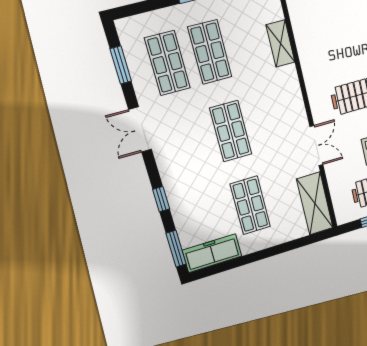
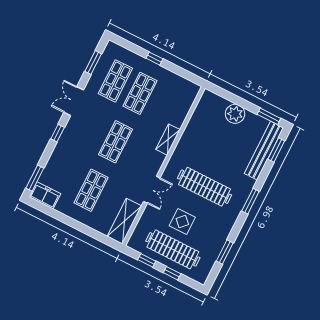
shelving: (280, 44) -> (168, 140), moved
window: (161, 199) -> (58, 133), moved
freezer: (212, 253) -> (45, 195), width x0.71

